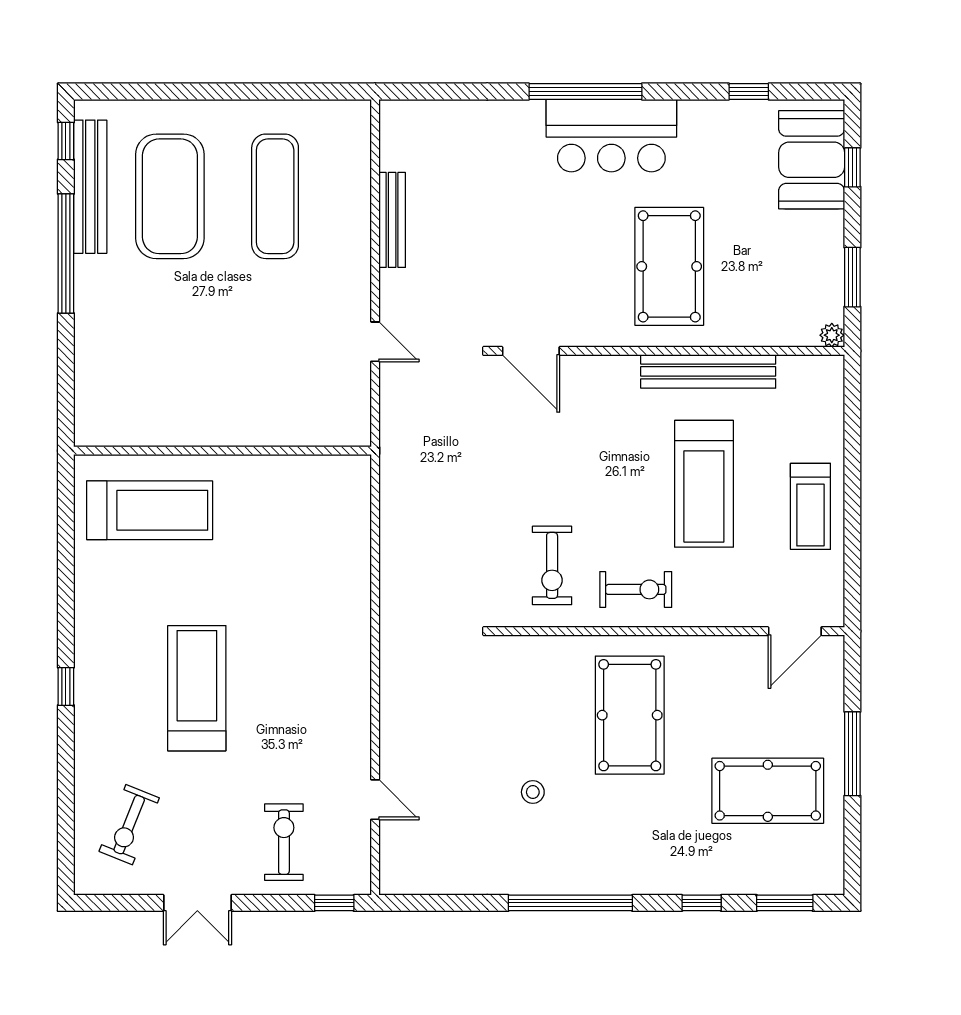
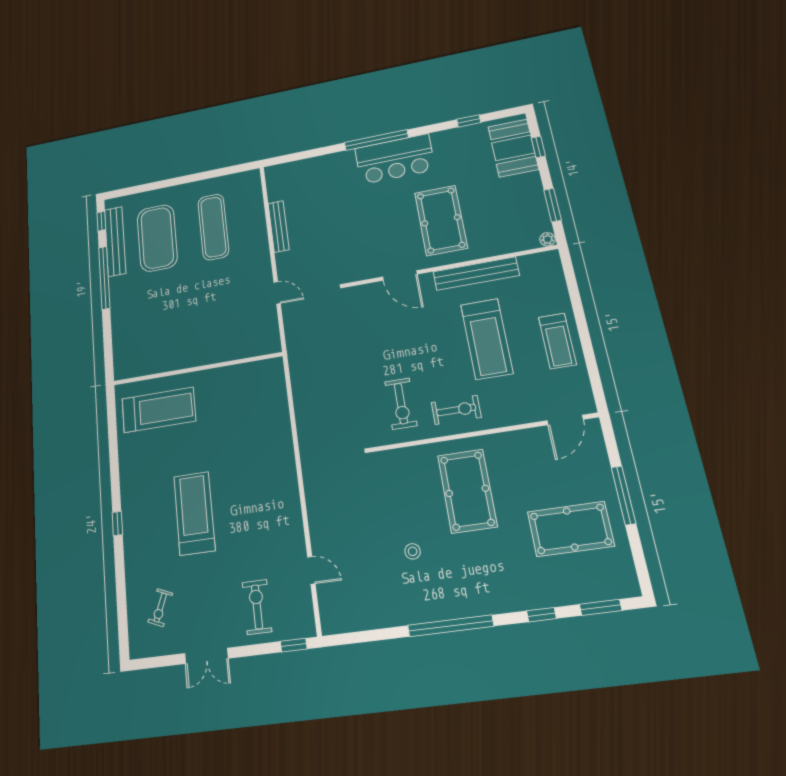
door: (531, 351) -> (400, 275), moved
exercise bike: (129, 825) -> (160, 608), width x0.73, depth x0.72

